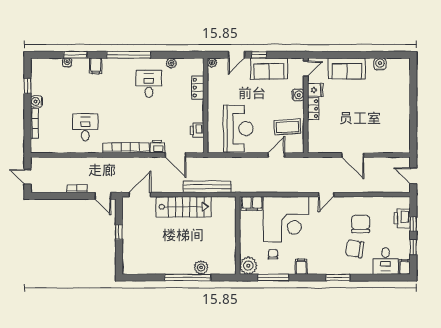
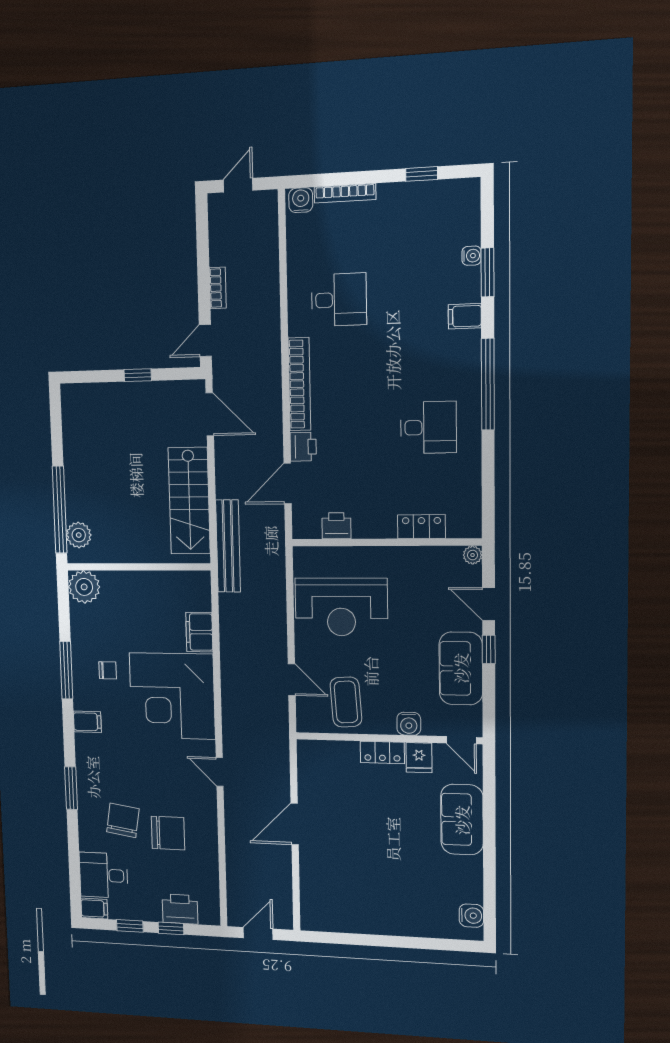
plant: (171, 63) -> (471, 472), removed
water cooler: (380, 64) -> (471, 916), moved
water cooler: (36, 101) -> (301, 200), moved
wall: (238, 235) -> (138, 567), moved
plant: (248, 266) -> (84, 587), moved

